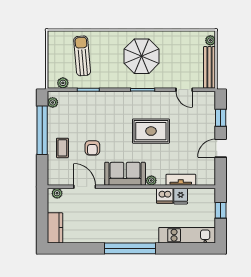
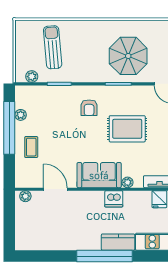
parasol: (142, 56) -> (128, 56), moved
plant: (53, 102) -> (21, 115), moved
armchair: (92, 148) -> (89, 108), moved
dishwasher: (165, 196) -> (114, 199), moved
kitchen counter: (55, 228) -> (118, 242), moved, turned -90

